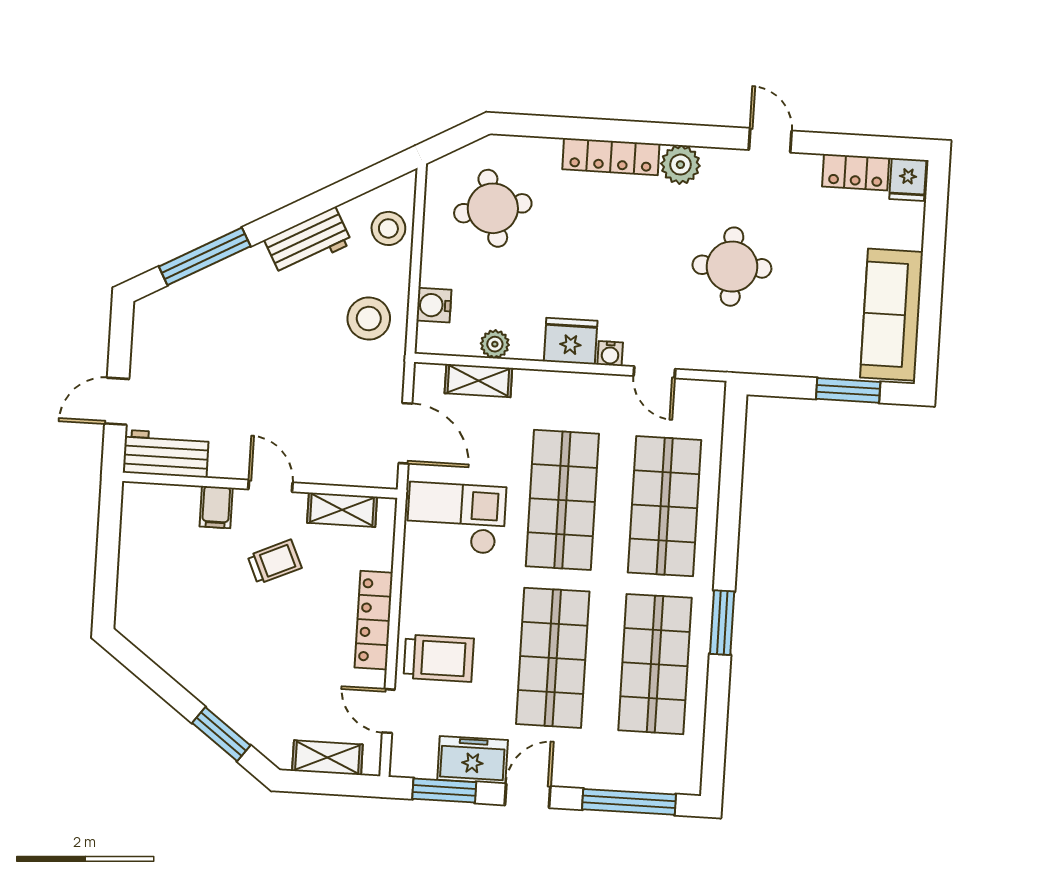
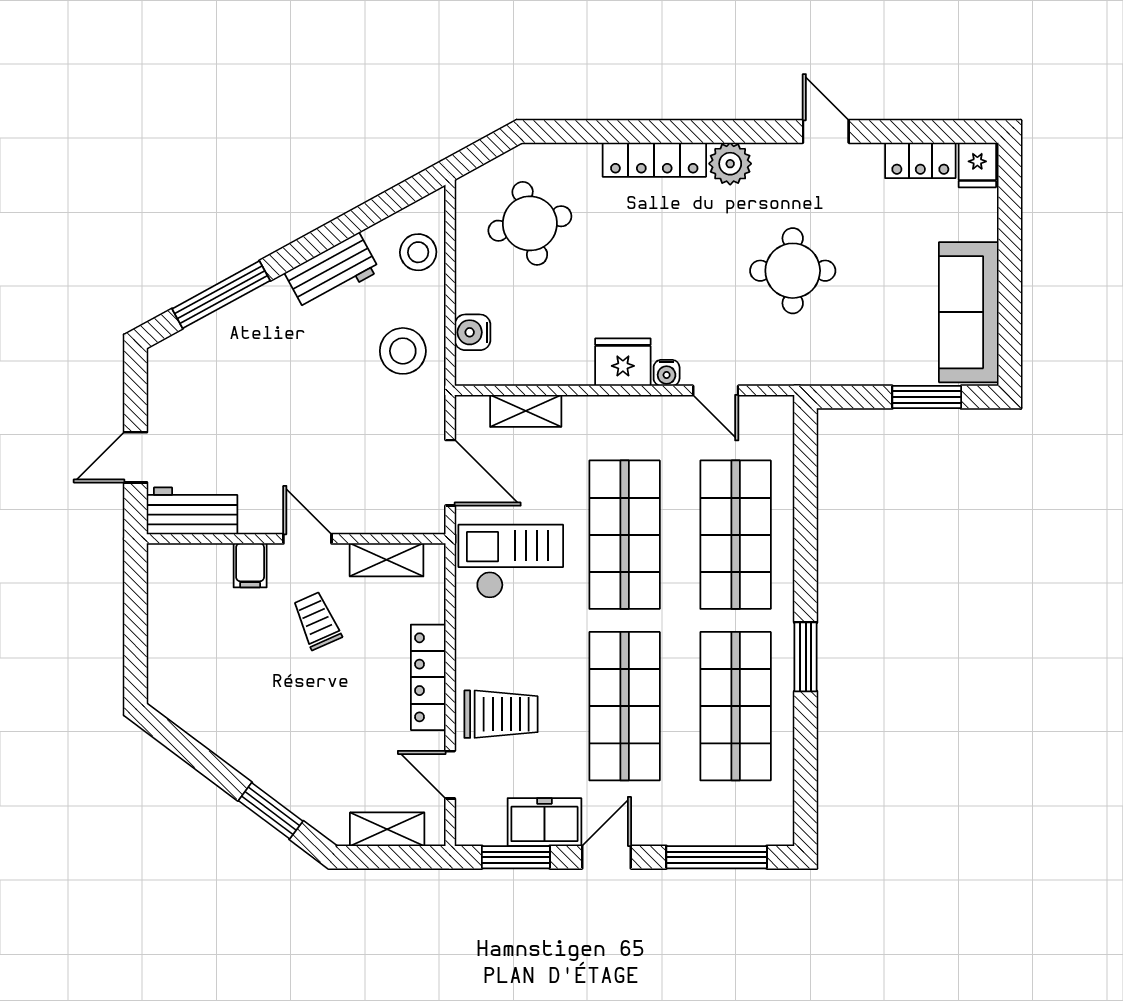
plant: (495, 344) -> (541, 370), removed
trolley: (275, 562) -> (317, 621), turned -90

